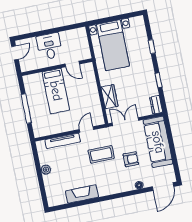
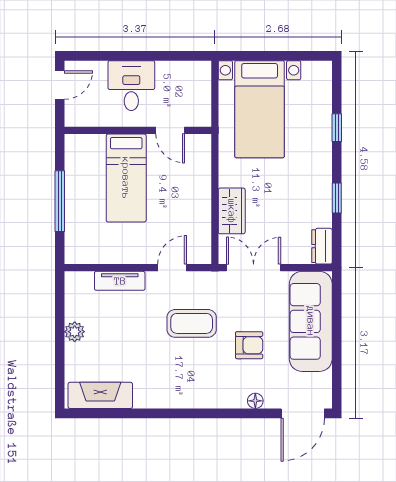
tv unit: (63, 141) -> (120, 281), width x0.71
fireplace: (82, 194) -> (100, 395), moved

